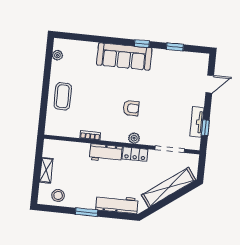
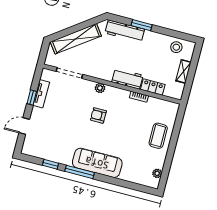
window: (142, 44) -> (80, 172), width x2.17
window: (205, 128) -> (32, 97), moved
locker: (135, 154) -> (153, 87), moved
window: (87, 212) -> (142, 25), moved

